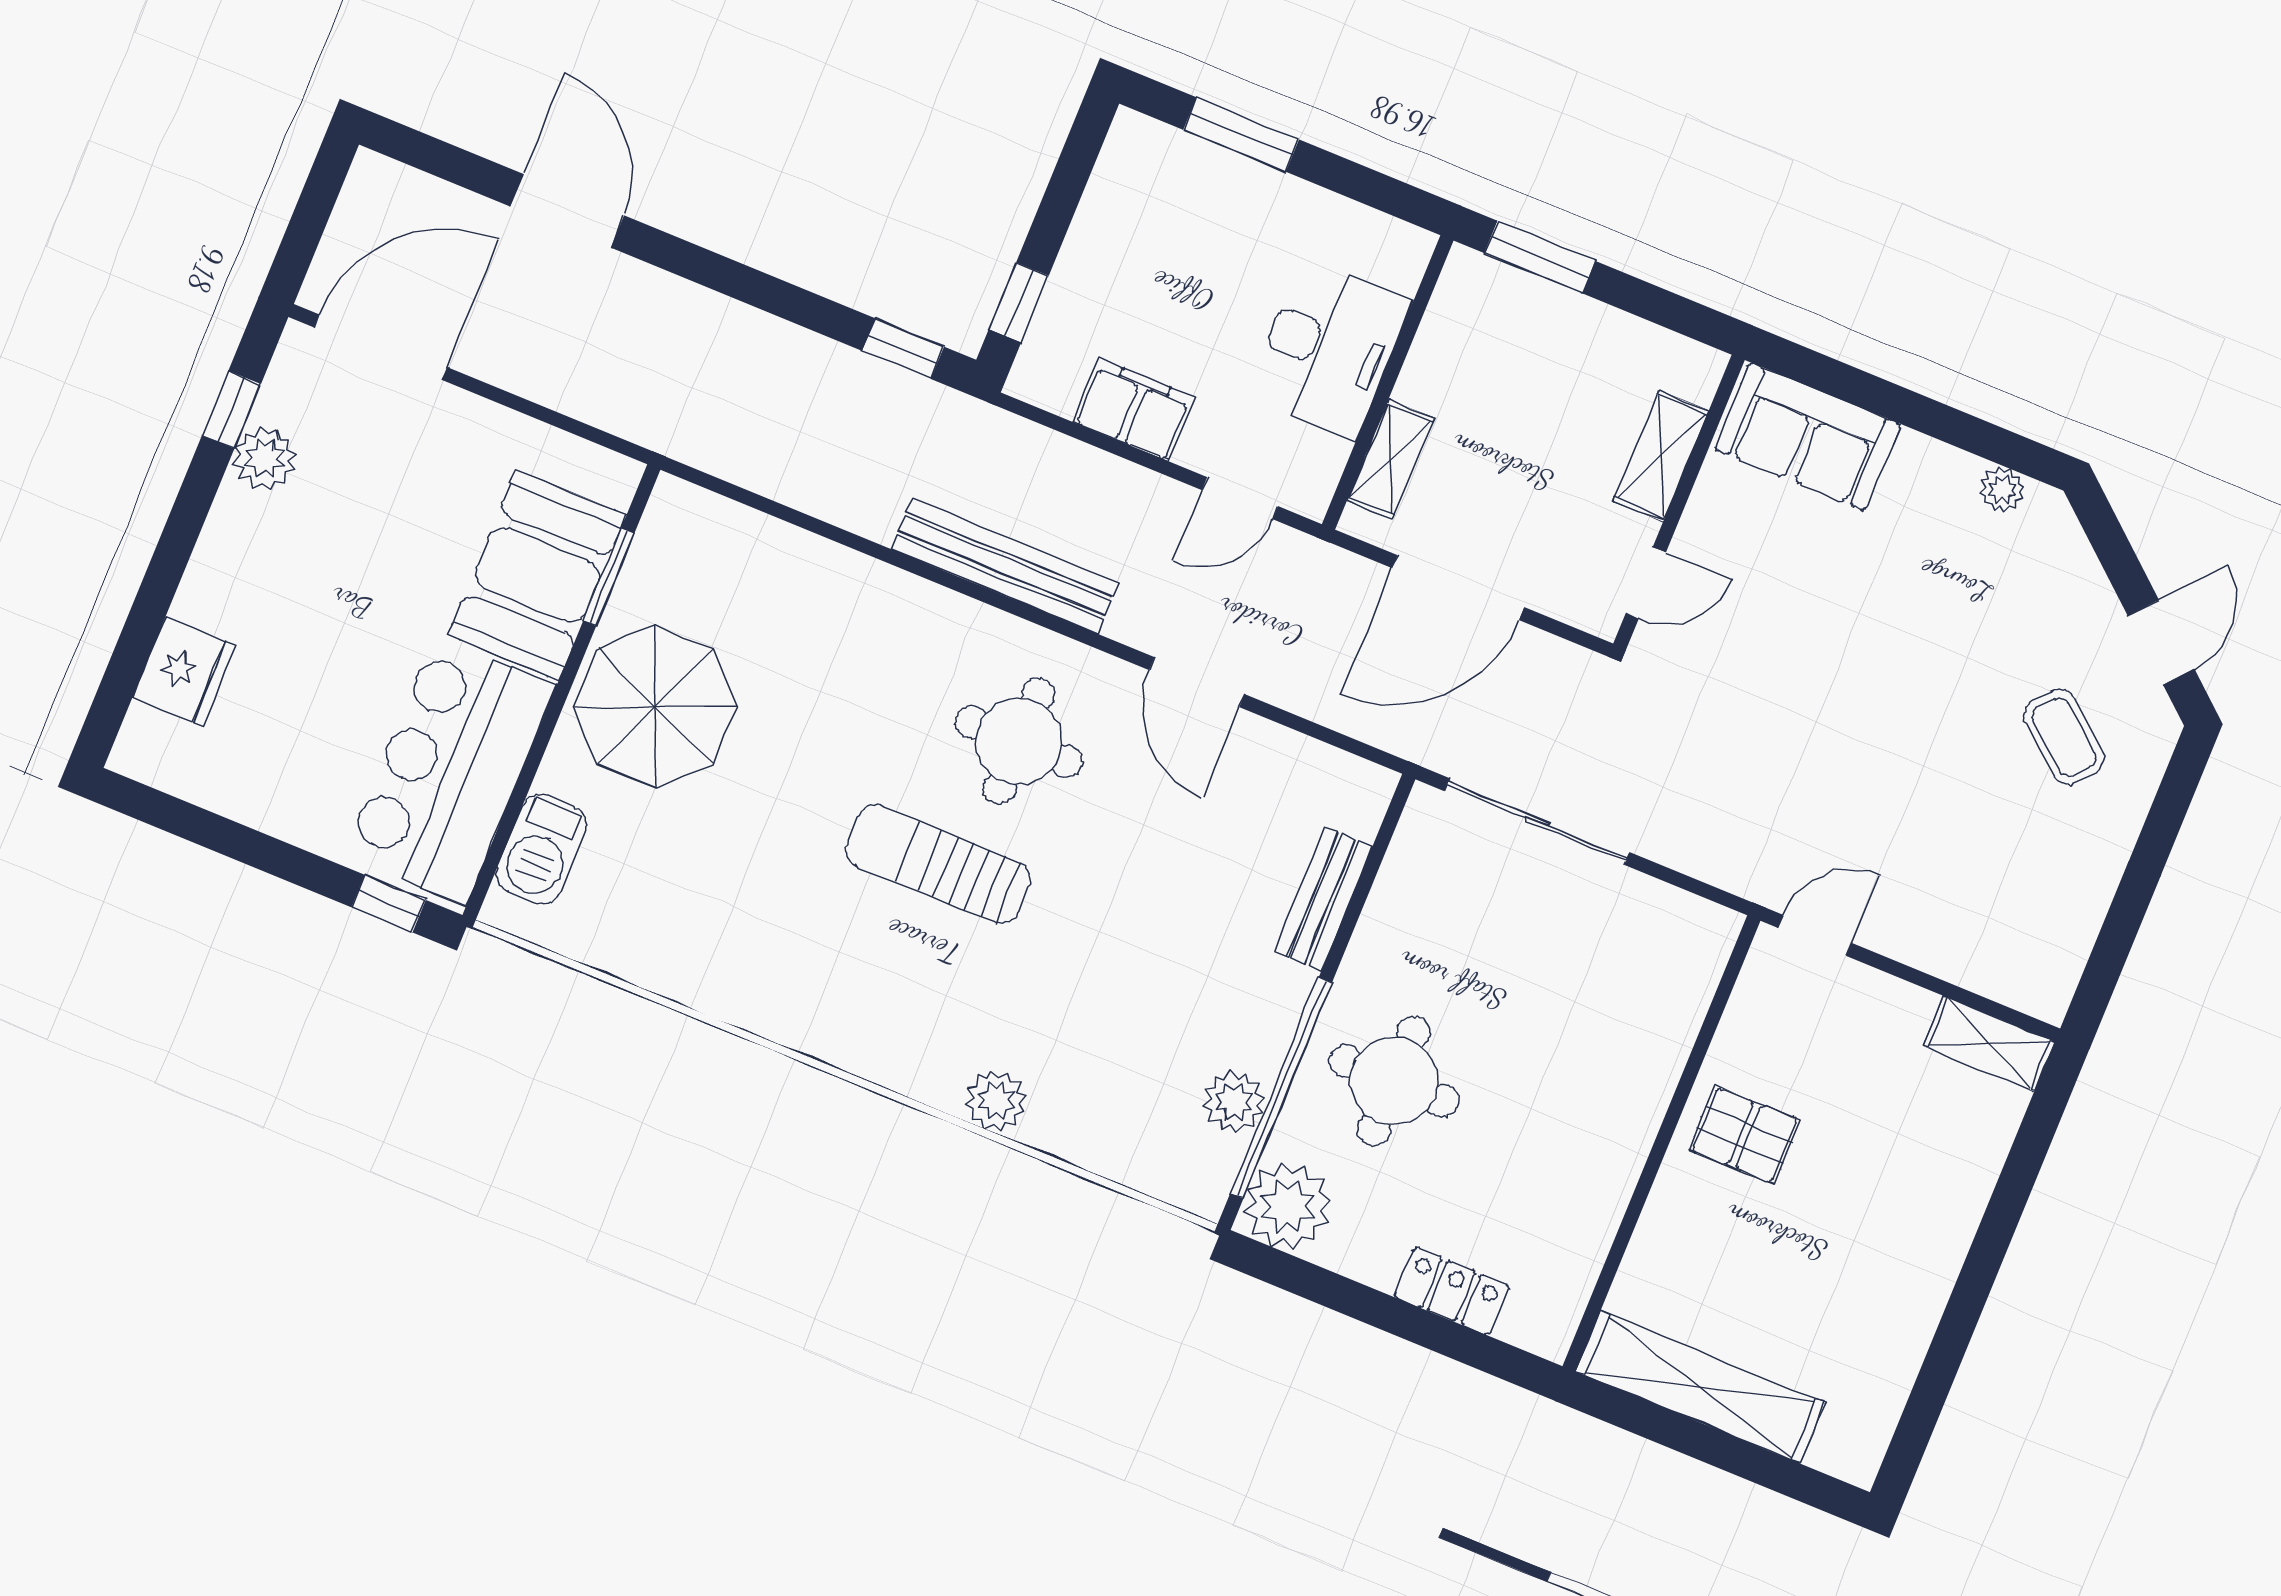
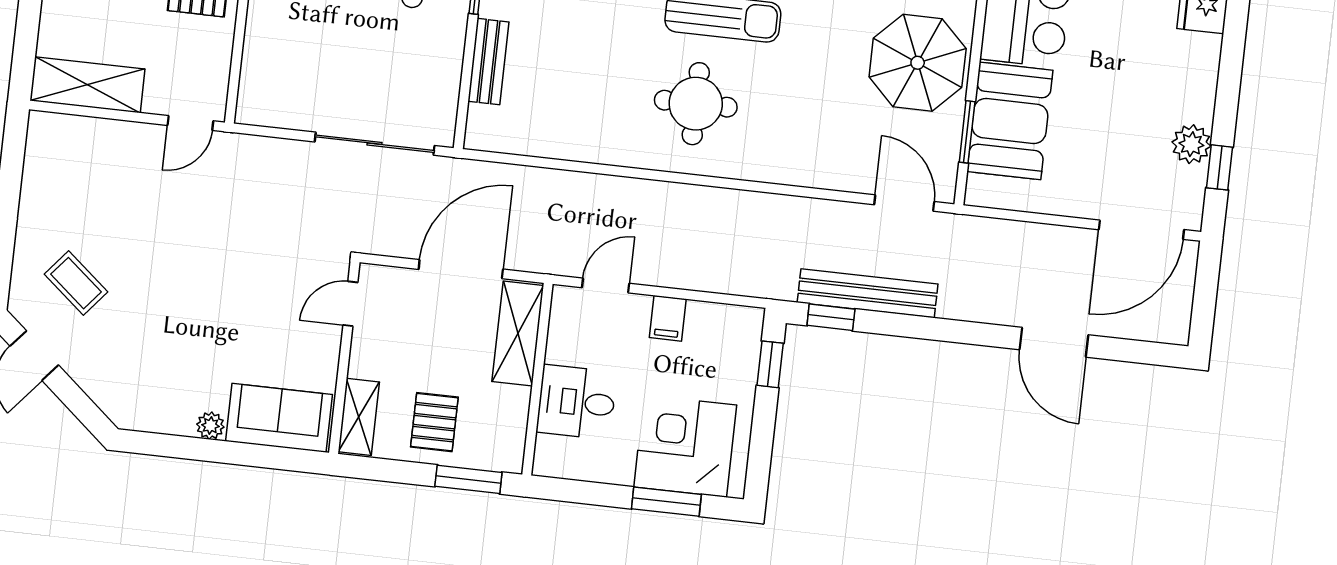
corner desk: (1187, 213) -> (685, 446), added
desk: (1329, 349) -> (577, 402), width x0.73
pallet: (1567, 361) -> (434, 422), added
filing cabinet: (1134, 410) -> (668, 318), width x0.50
shelving: (1661, 456) -> (359, 417), moved
shelving: (1390, 459) -> (518, 333), width x1.50, depth x1.33
plant: (2002, 490) -> (210, 426), moved
bench: (1005, 566) -> (868, 293), moved
door: (1197, 682) -> (904, 203), moved
shelving: (1989, 1044) -> (87, 85), width x1.50, depth x1.33

